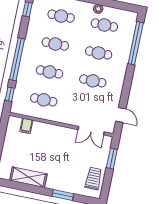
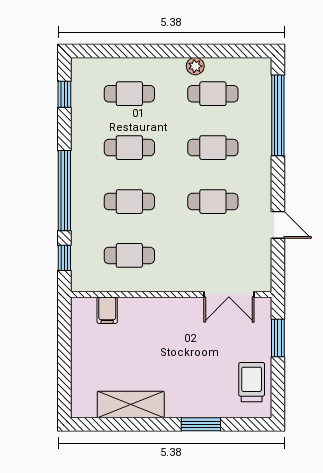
door: (121, 115) -> (278, 225), moved

